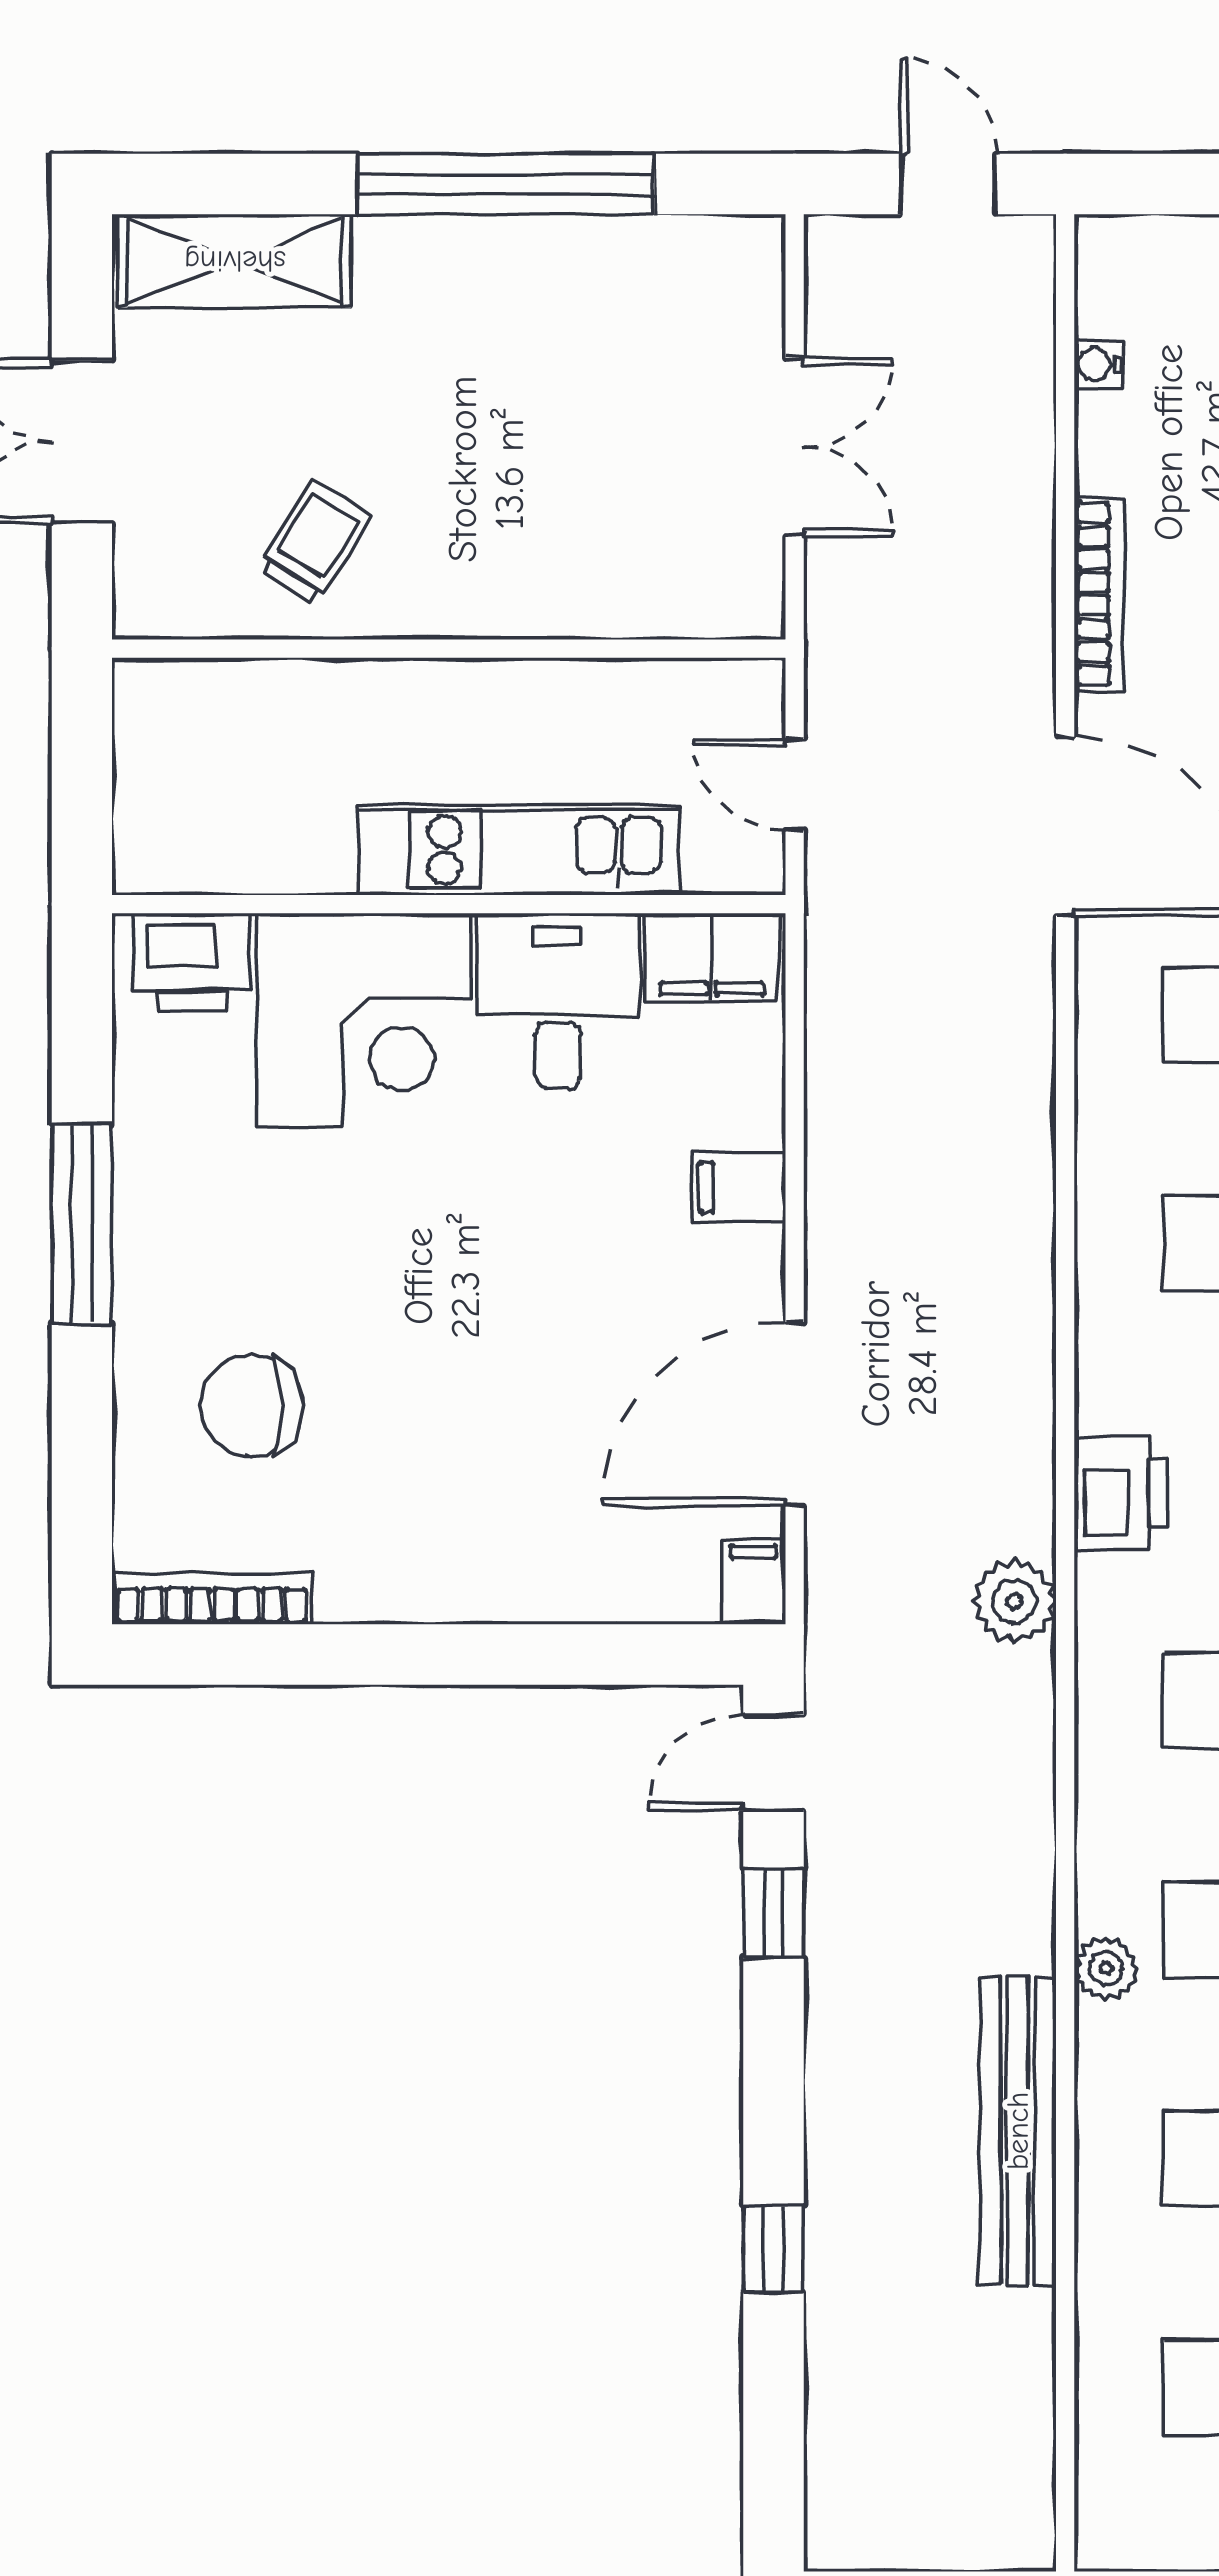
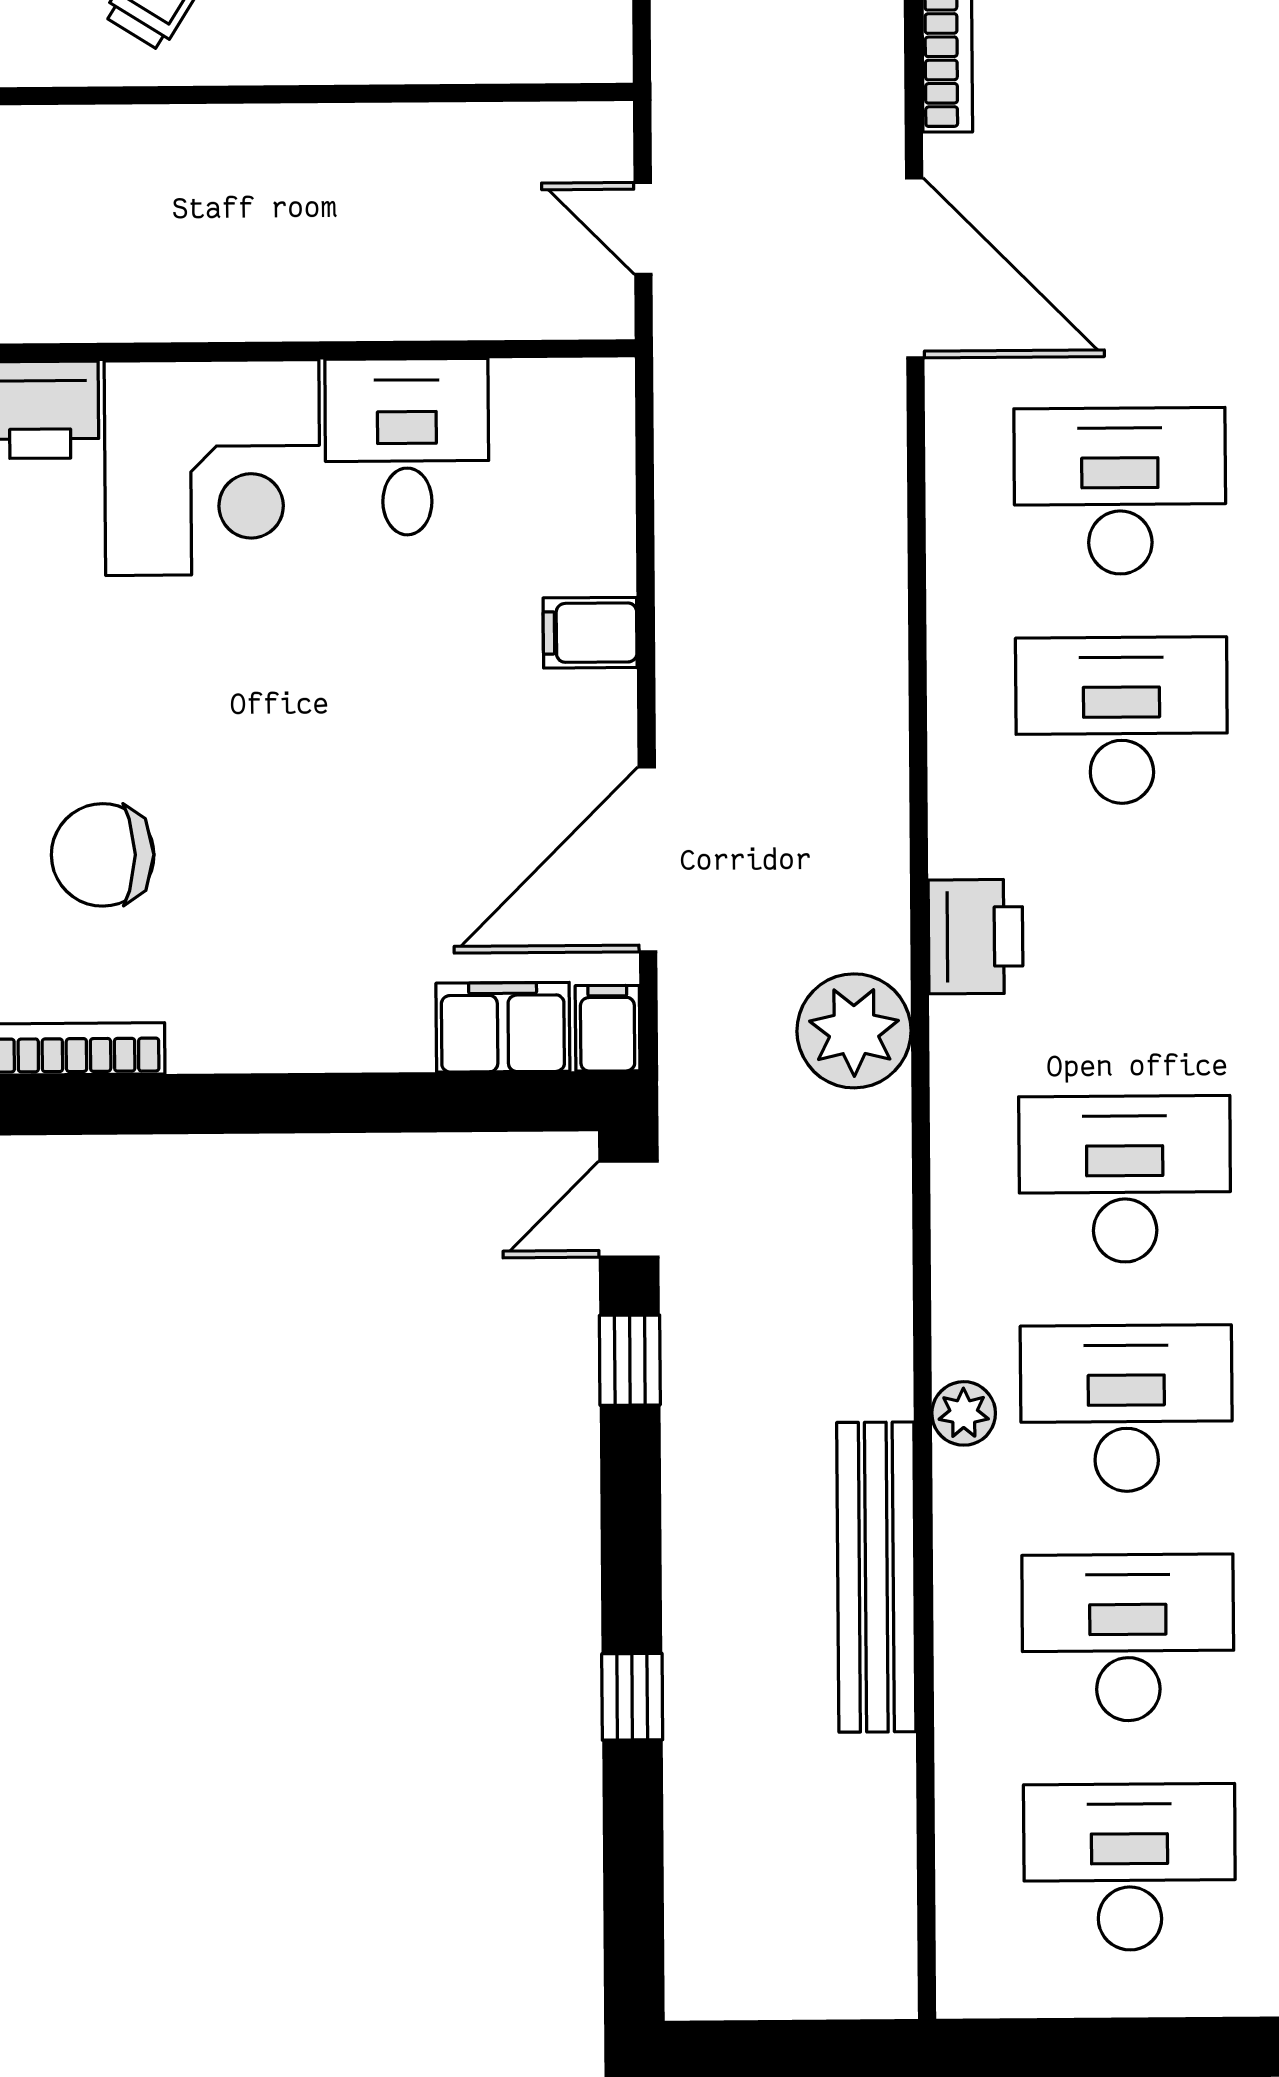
kitchen unit: (518, 850) -> (367, 296), removed
filing cabinet: (712, 958) -> (503, 1027), moved, turned 180
plant: (1014, 1601) -> (854, 1031), width x1.36, depth x1.36

